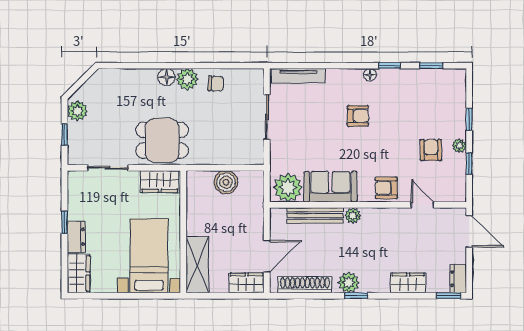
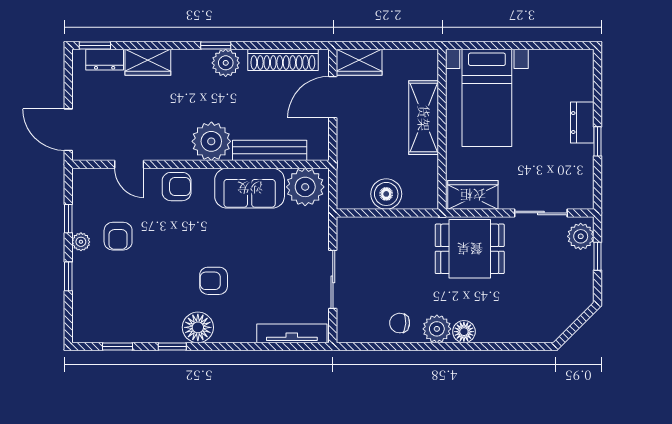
floor lamp: (370, 75) -> (198, 327), width x1.89, depth x1.89
plant: (77, 111) -> (581, 236), moved
plant: (353, 216) -> (211, 141), width x1.87, depth x1.87
shelving: (197, 265) -> (424, 118), moved
wardrobe: (79, 274) -> (579, 75), removed
dresser: (458, 279) -> (105, 60), moved, turned 90

